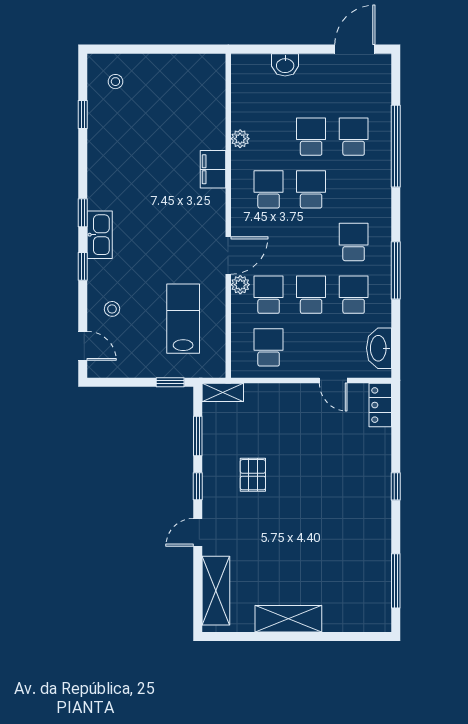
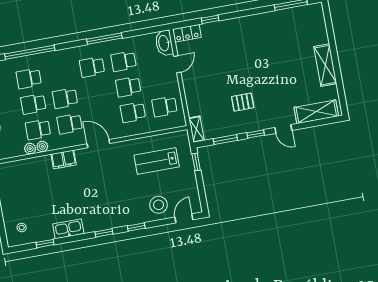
school desk: (269, 137) -> (38, 130), added
kitchen sink: (100, 235) -> (68, 229), moved
door: (228, 256) -> (98, 144), moved
plant: (240, 285) -> (30, 149), moved
stool: (112, 309) -> (159, 205), width x1.89, depth x1.89
washbasin: (379, 348) -> (164, 43), moved, turned 90
window: (396, 486) -> (210, 19), moved

